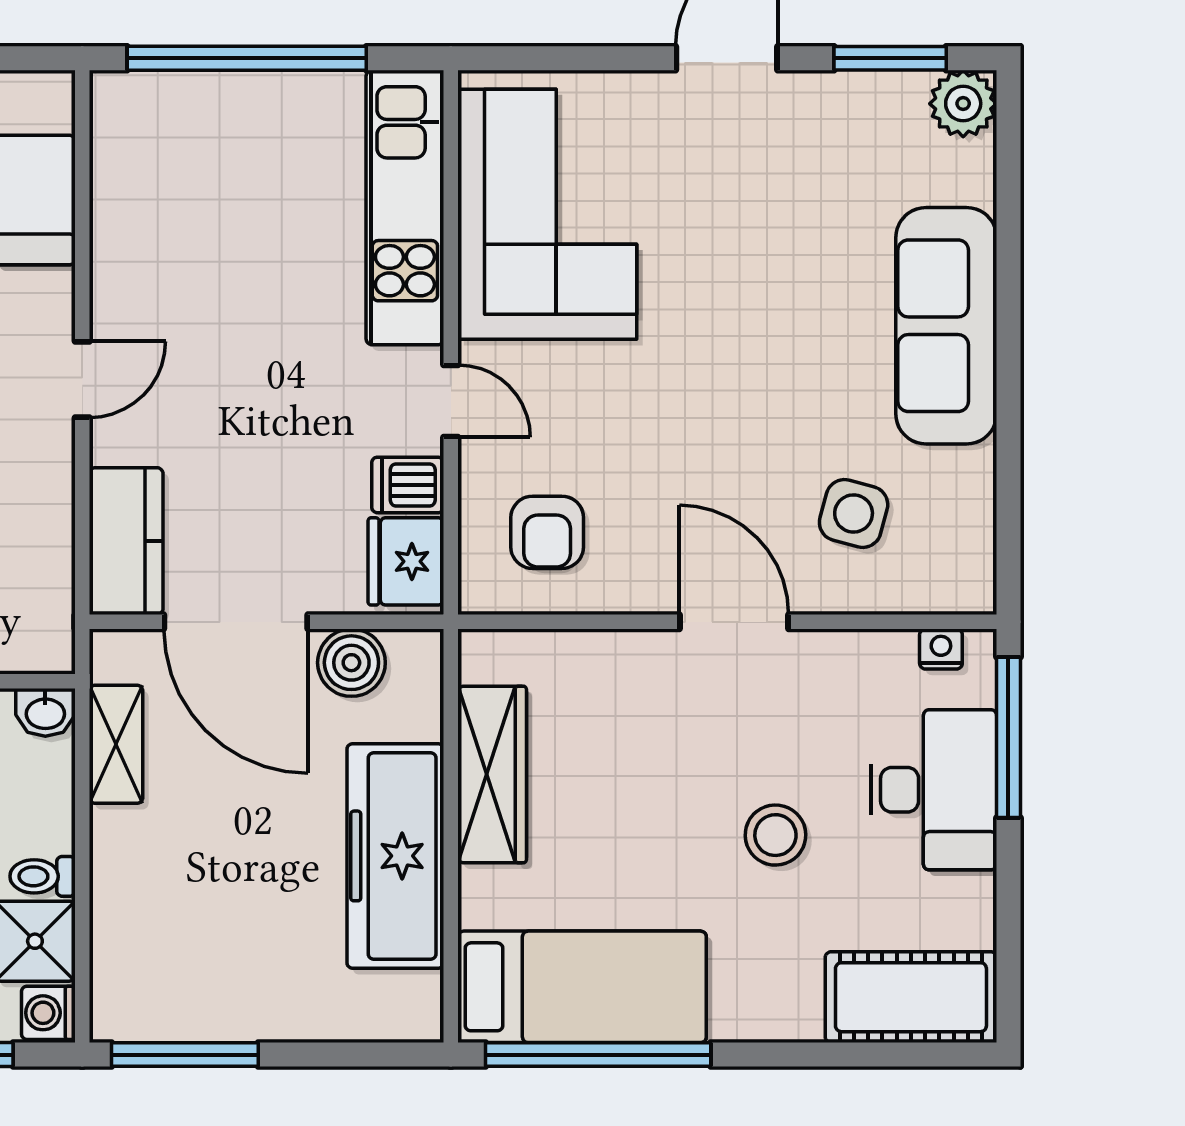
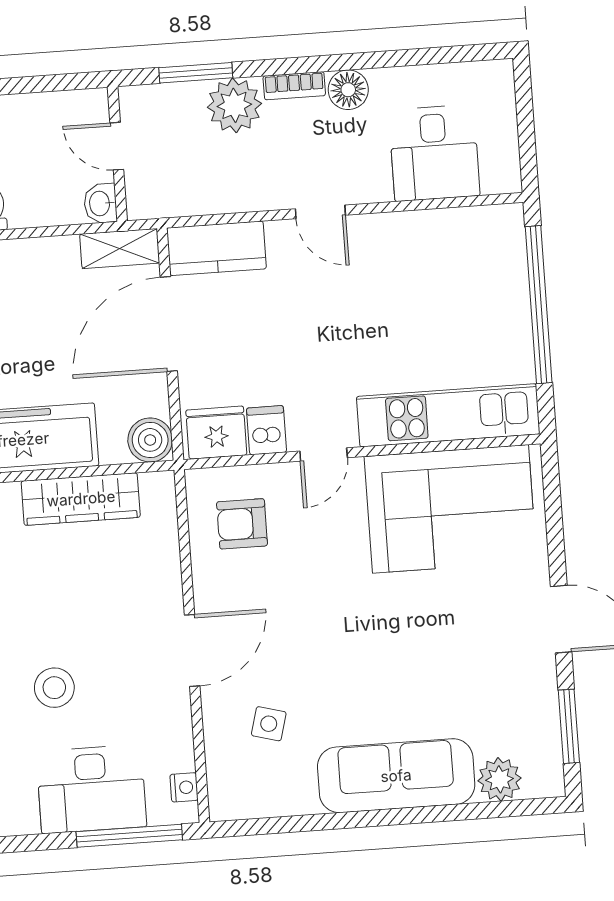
plant: (963, 104) -> (500, 779), moved
side table: (854, 513) -> (269, 724), width x0.73, depth x0.73
boiler: (351, 663) -> (150, 440), moved
shelving: (116, 744) -> (120, 249), moved

